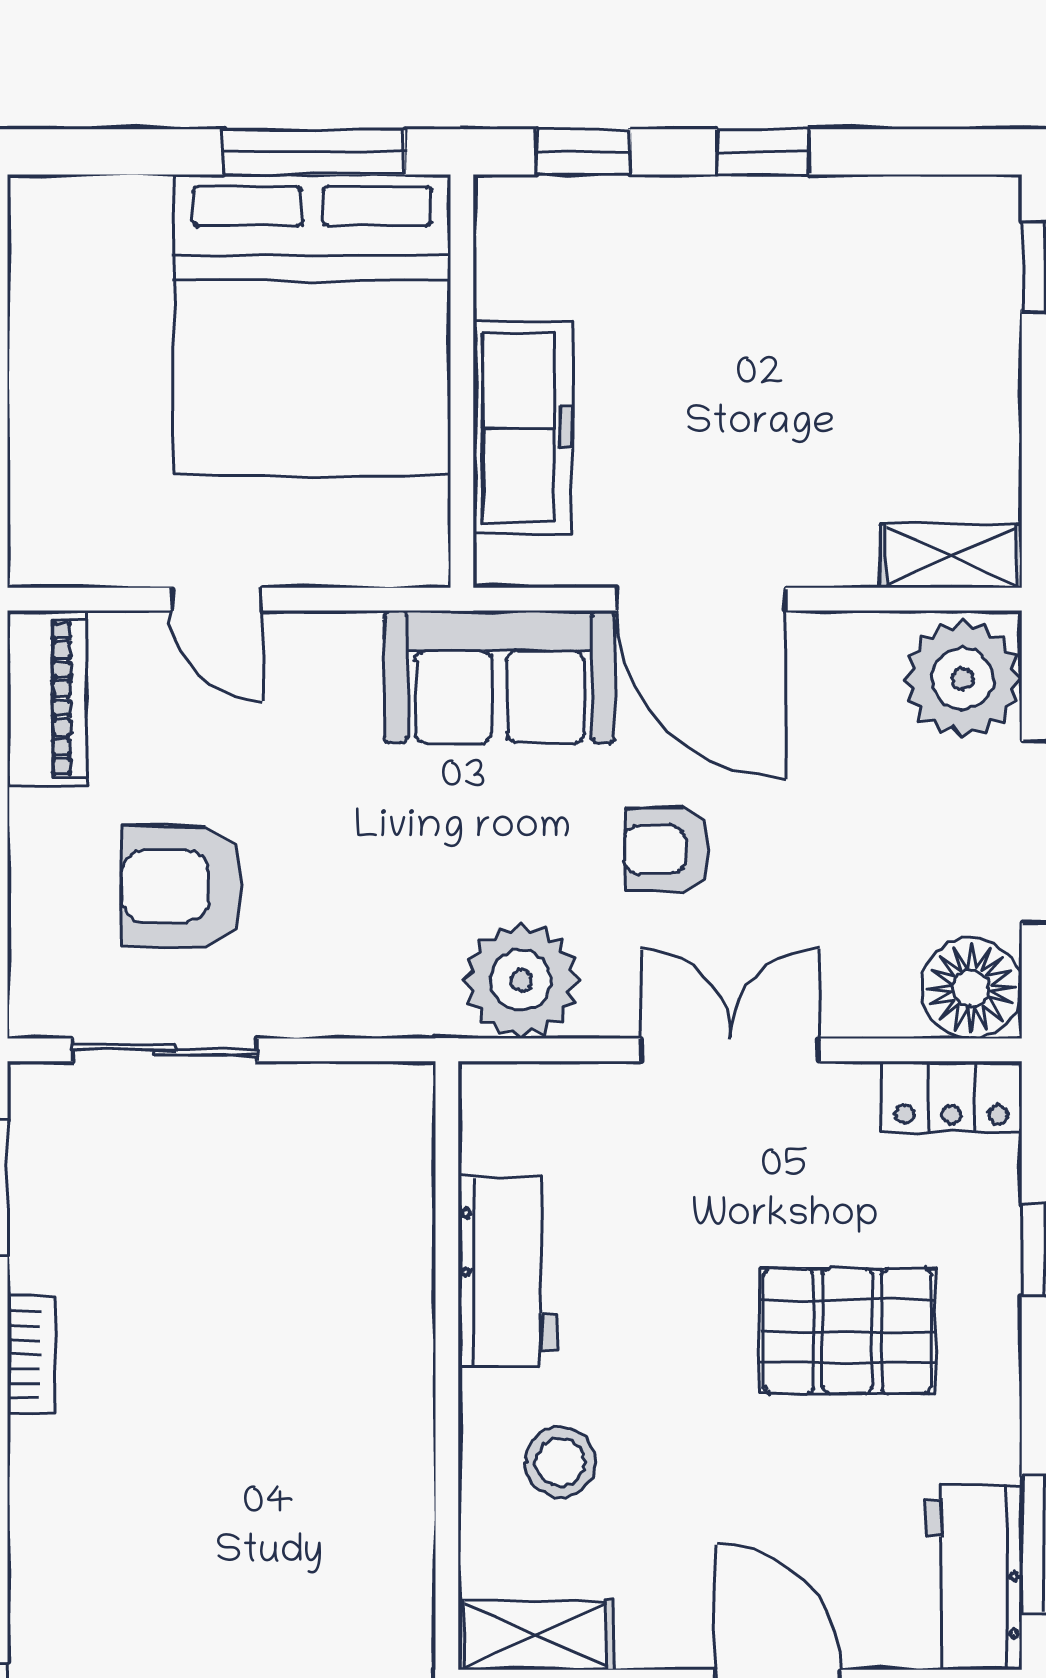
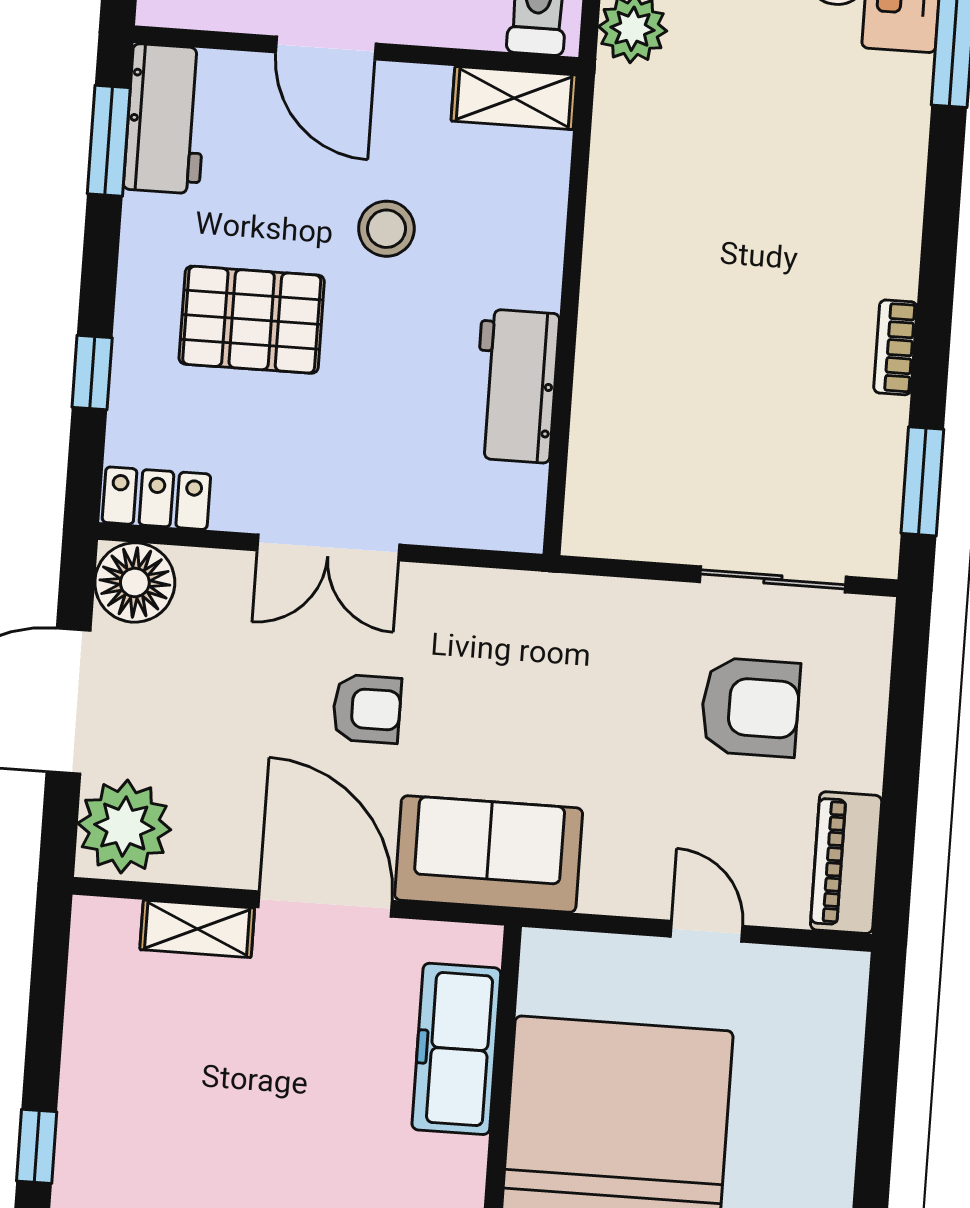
shelving: (951, 556) -> (197, 929), moved
plant: (521, 981) -> (489, 614), removed
stool: (560, 1462) -> (386, 229), moved

